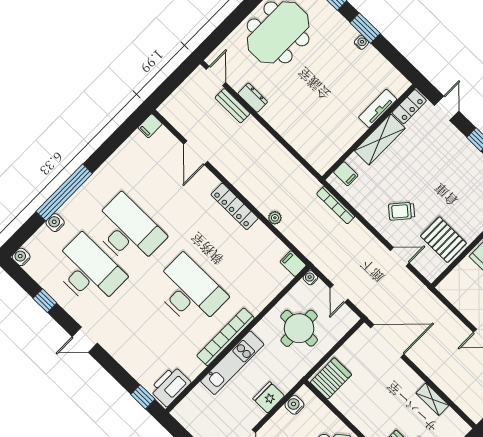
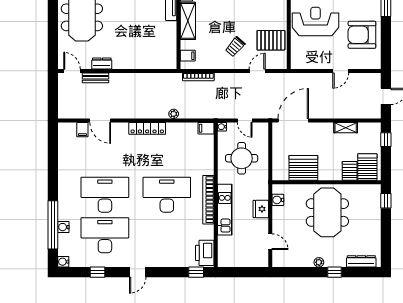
filing cabinet: (150, 126) -> (82, 130), moved
window: (64, 192) -> (53, 225), moved
server rack: (331, 378) -> (303, 168), moved, width x1.60

